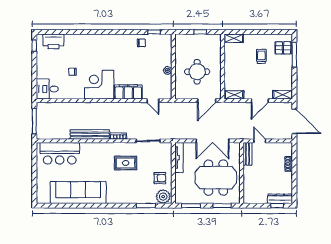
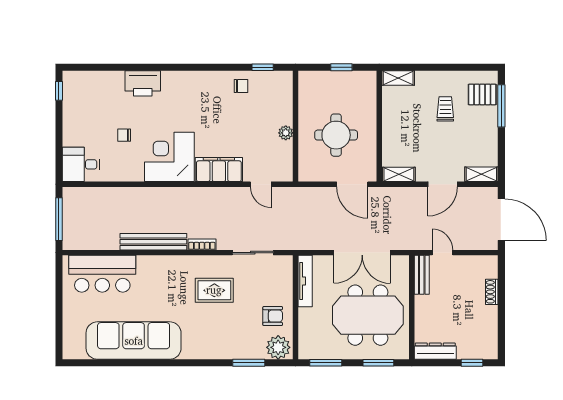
printer: (53, 41) -> (143, 83), moved
door: (207, 101) -> (352, 184), hinge flipped
dresser: (280, 199) -> (435, 351), moved

